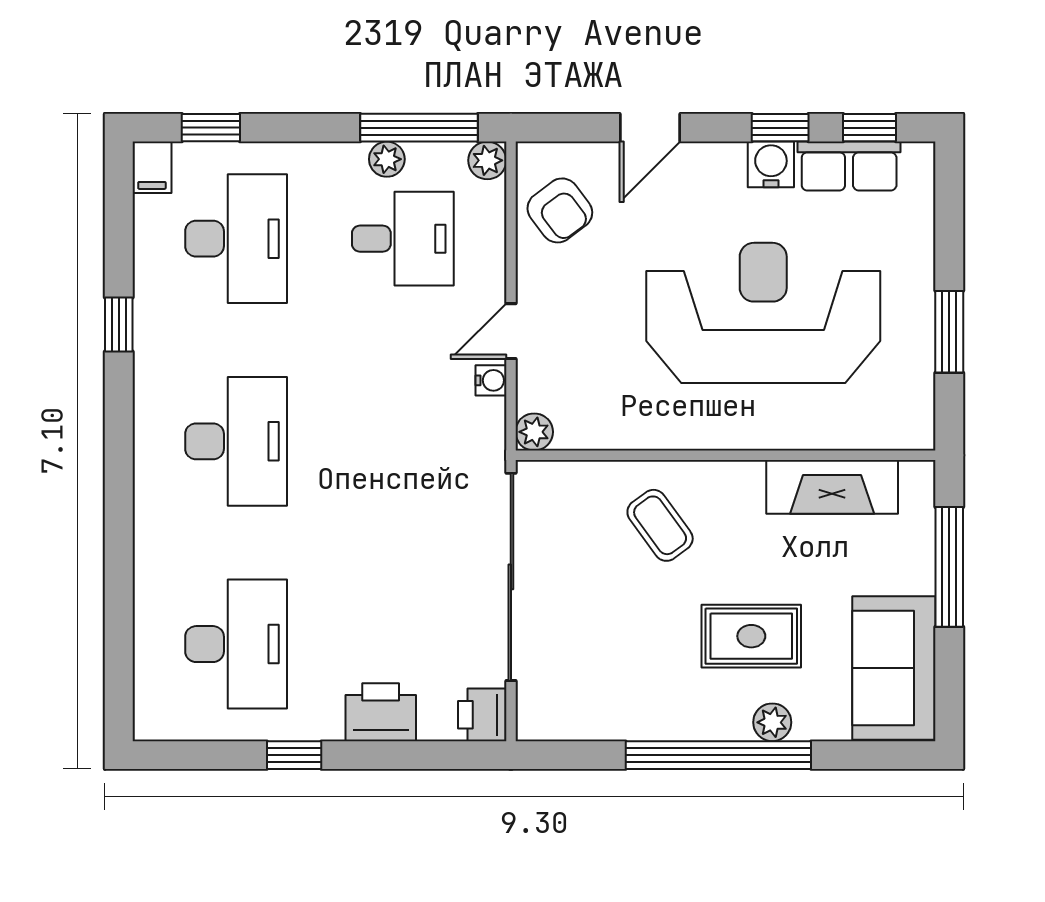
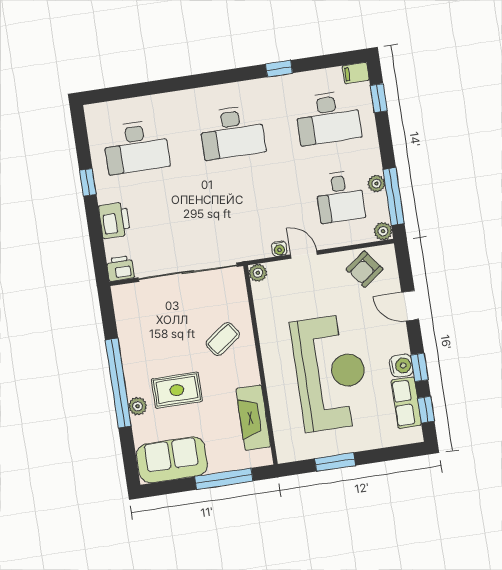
rug: (751, 636) -> (177, 390), turned 90

